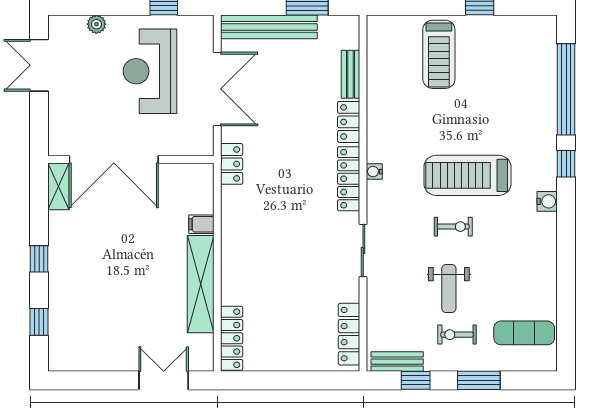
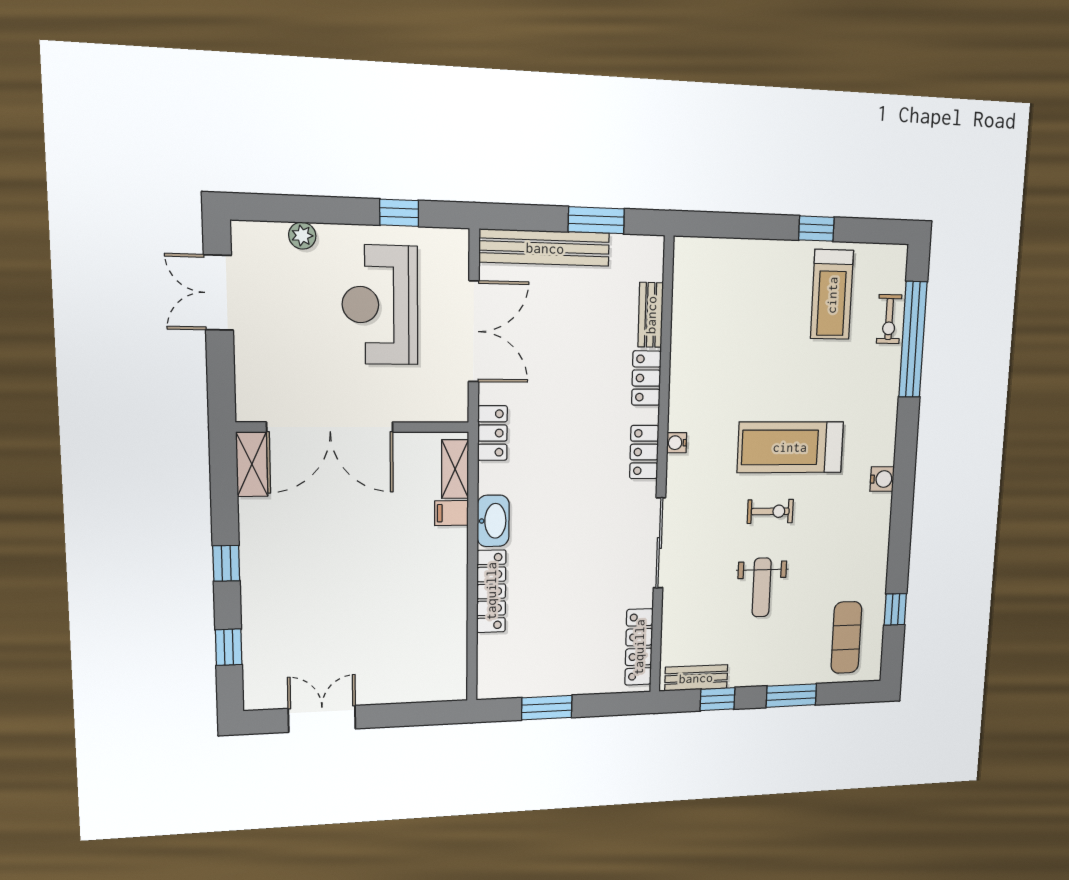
treadmill: (439, 54) -> (832, 295), moved
window: (566, 164) -> (895, 609), moved
locker: (349, 179) -> (644, 452), width x0.66
washbasin: (233, 231) -> (493, 521), added
sliding door: (363, 250) -> (659, 543), width x1.37
shelving: (201, 284) -> (455, 469), moved, width x0.45, depth x0.75
exercise mat: (524, 333) -> (846, 637), turned 90
exercise bike: (457, 335) -> (889, 319), moved, turned -90
locker: (232, 338) -> (491, 591), moved
double door: (164, 380) -> (322, 719), moved
window: (276, 380) -> (547, 708), added

